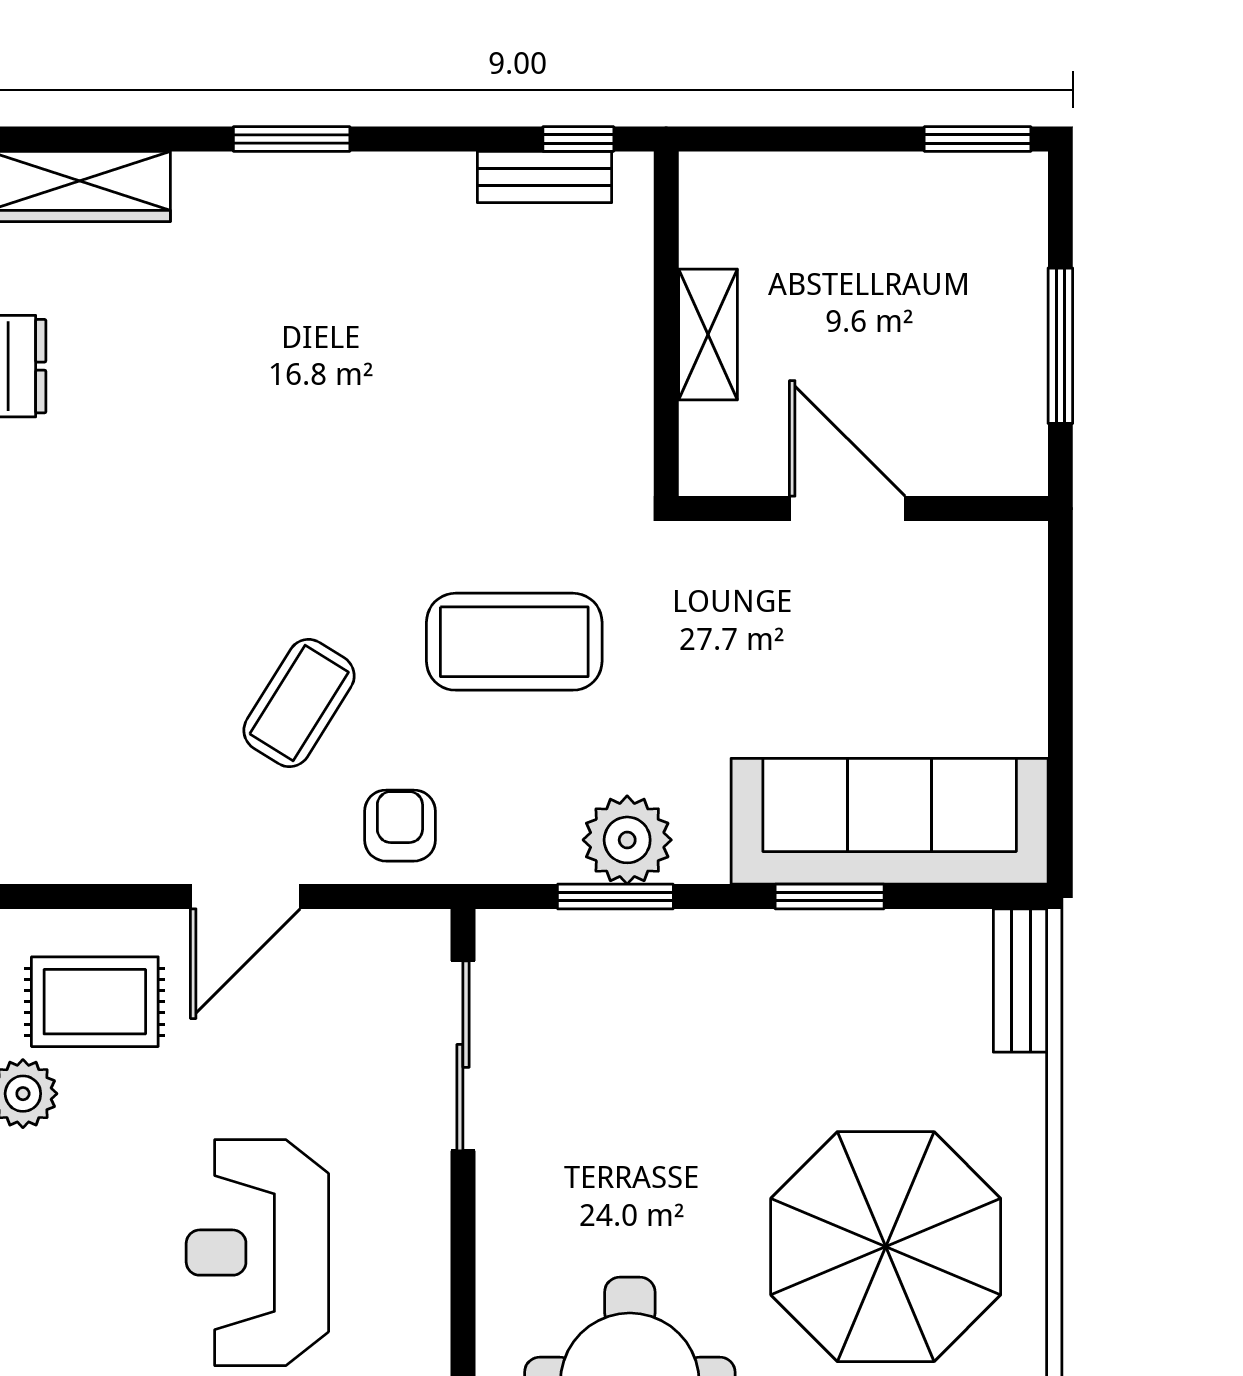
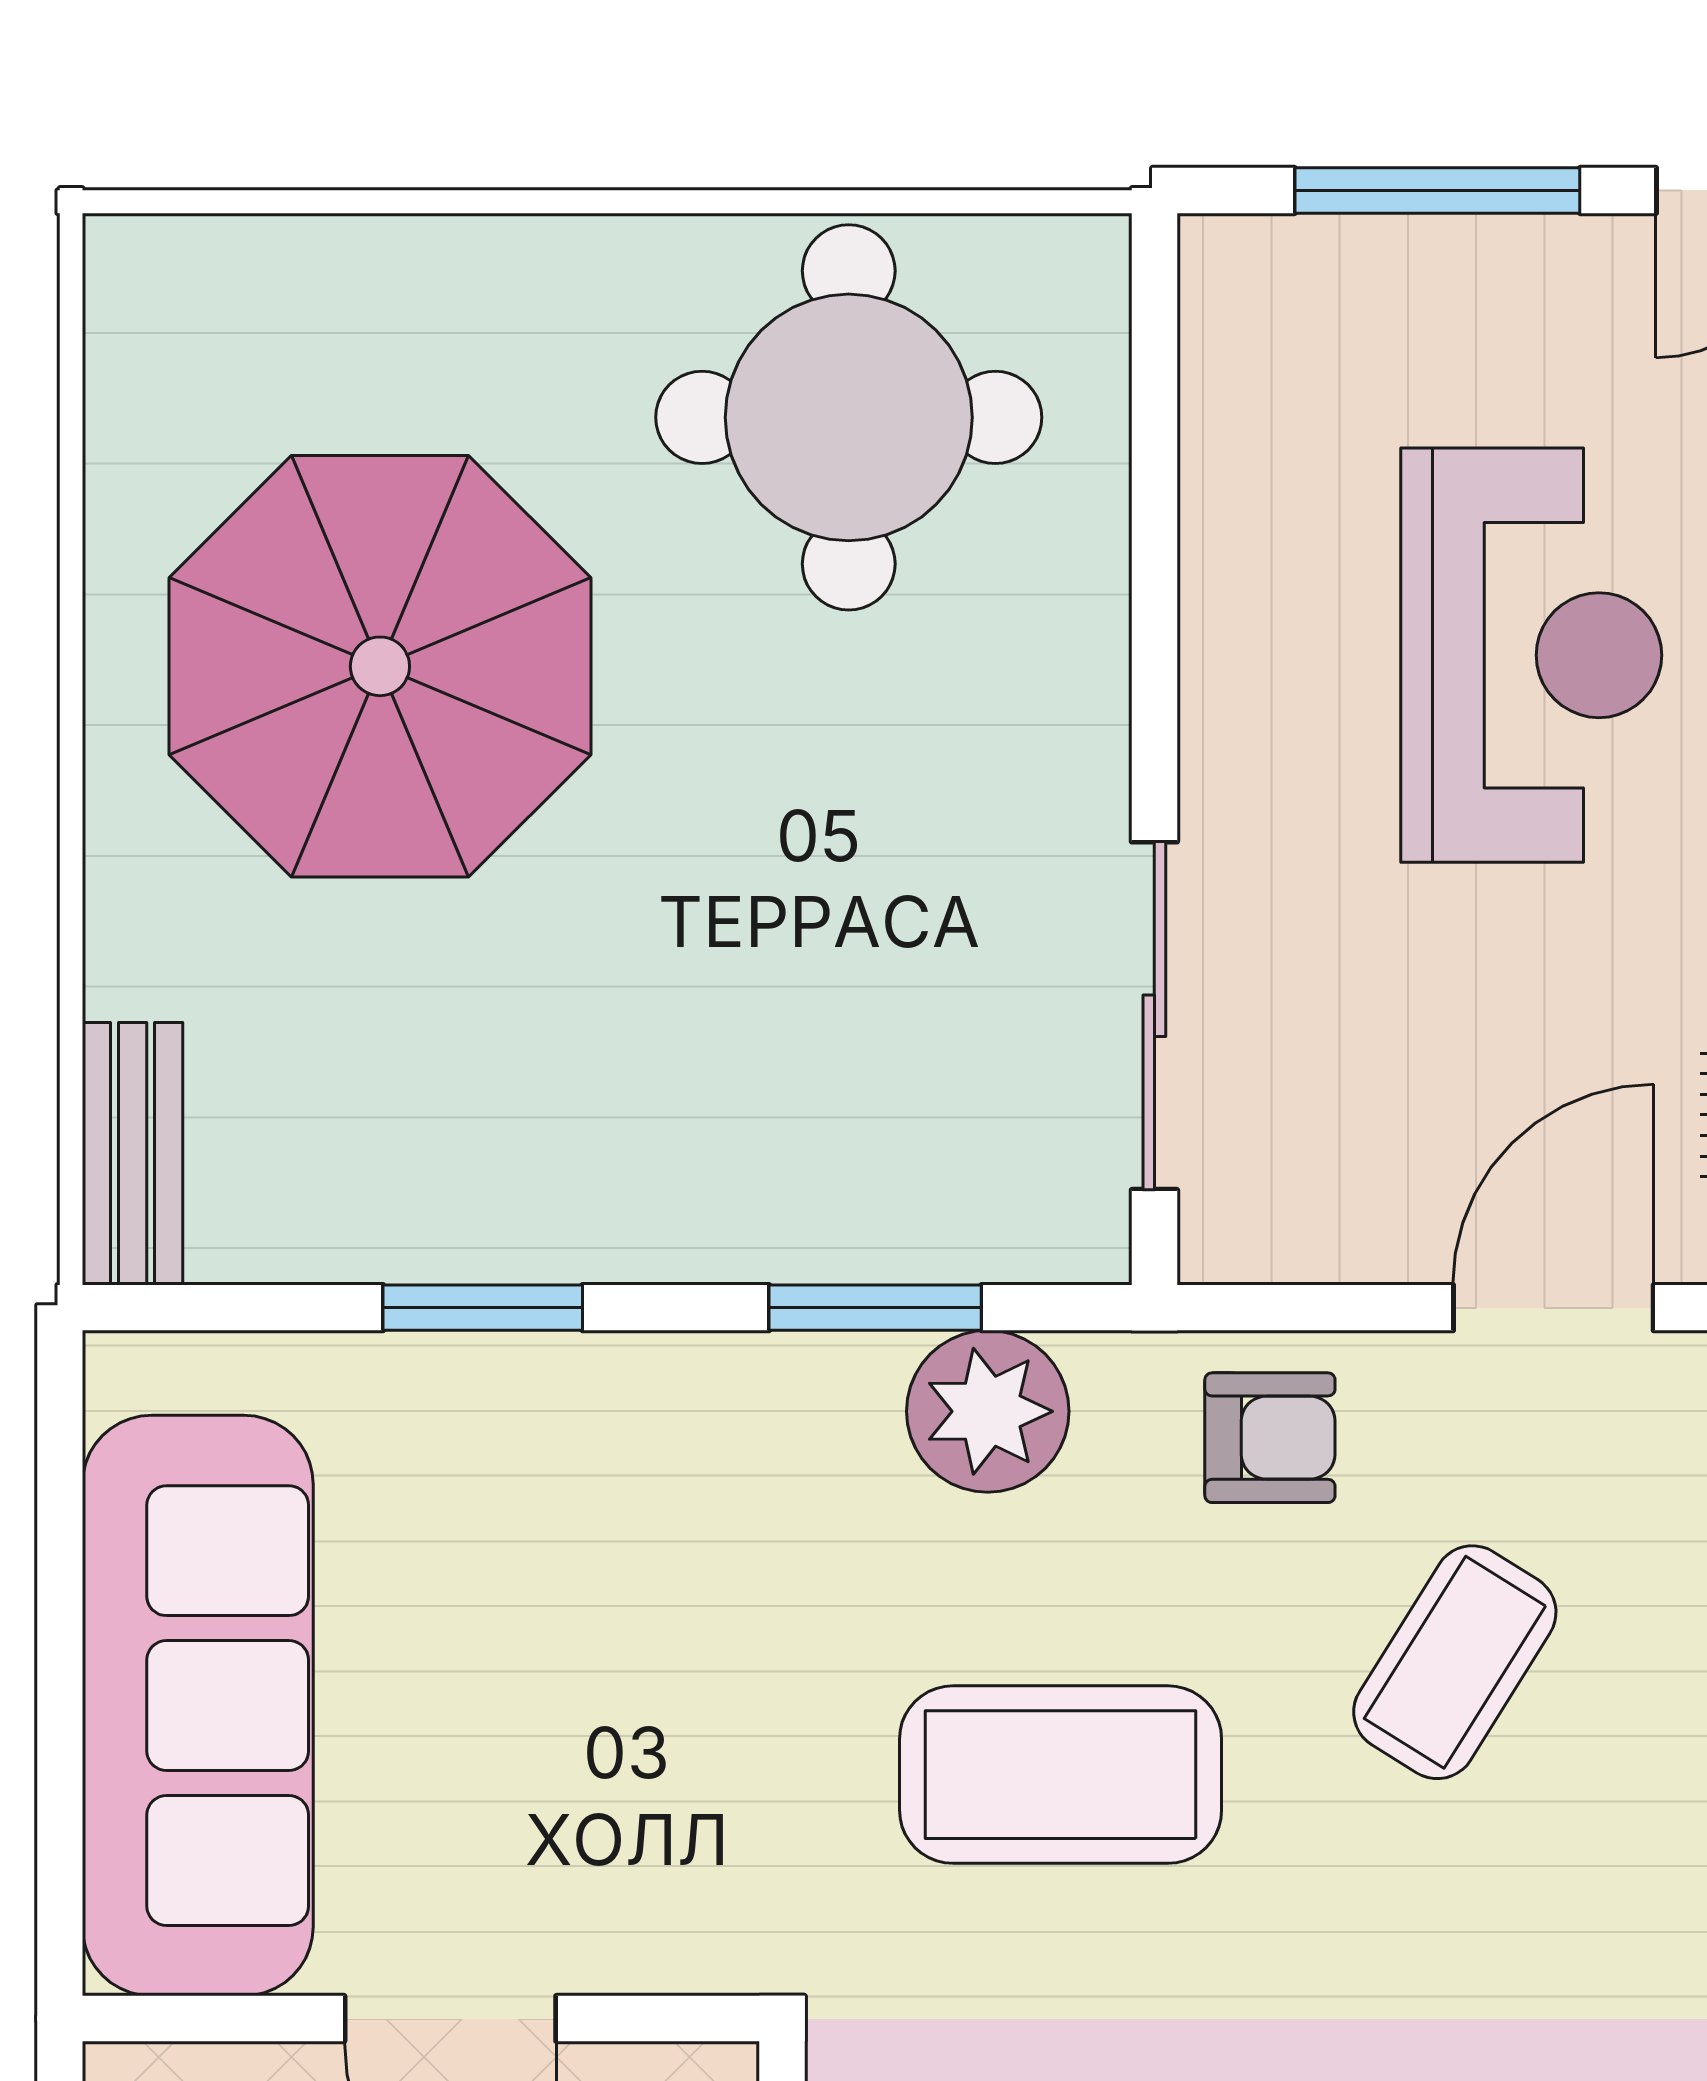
sofa: (890, 821) -> (198, 1706), moved, turned -90
armchair: (400, 826) -> (1270, 1438), turned -90
plant: (627, 840) -> (988, 1411), moved

